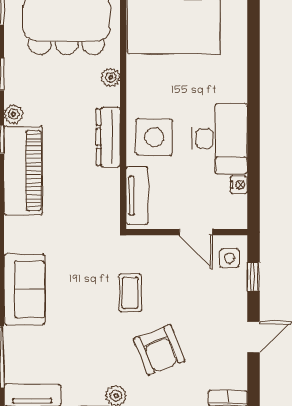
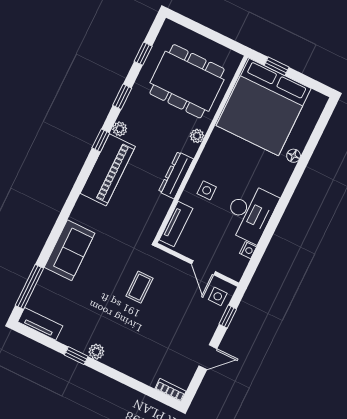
floor lamp: (238, 45) -> (294, 156), added
side table: (154, 137) -> (207, 190), width x0.54, depth x0.54
armchair: (159, 350) -> (140, 335), removed

